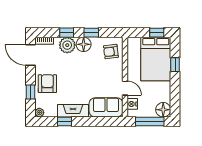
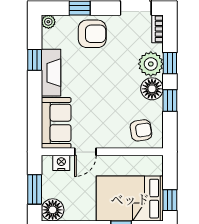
armchair: (111, 52) -> (141, 130), turned 88
window: (150, 122) -> (35, 189), width x0.69

